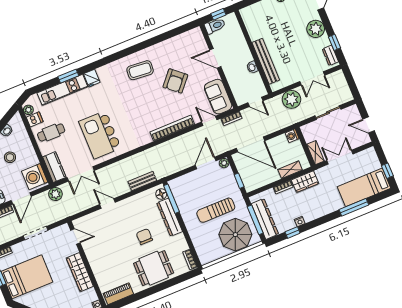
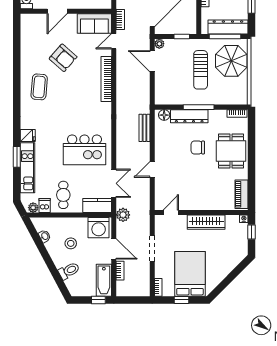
window: (172, 199) -> (199, 107), moved

